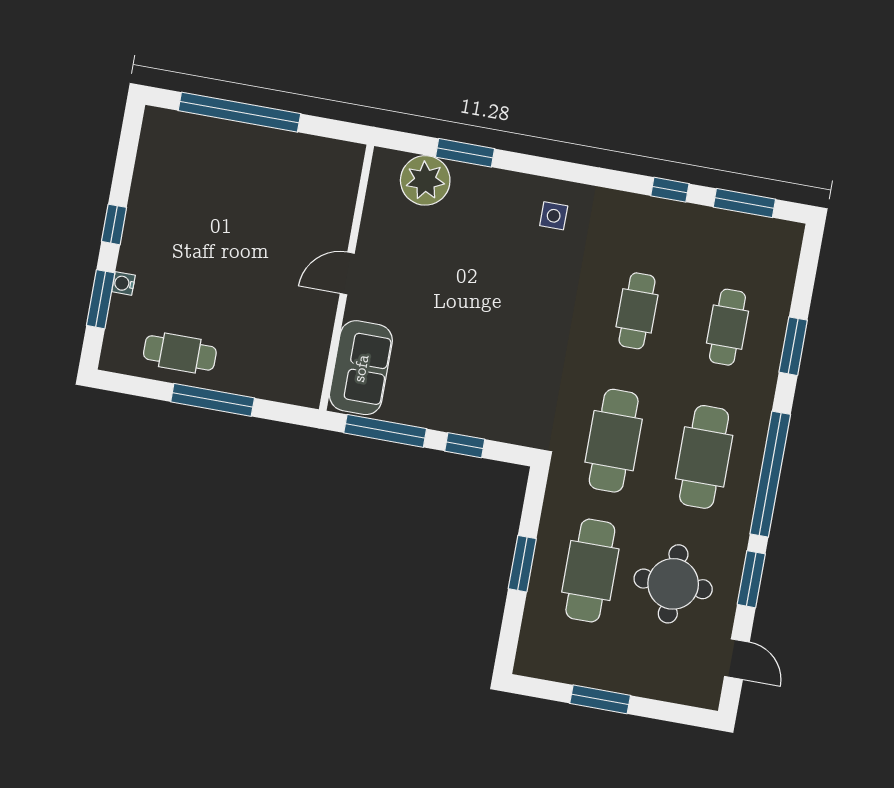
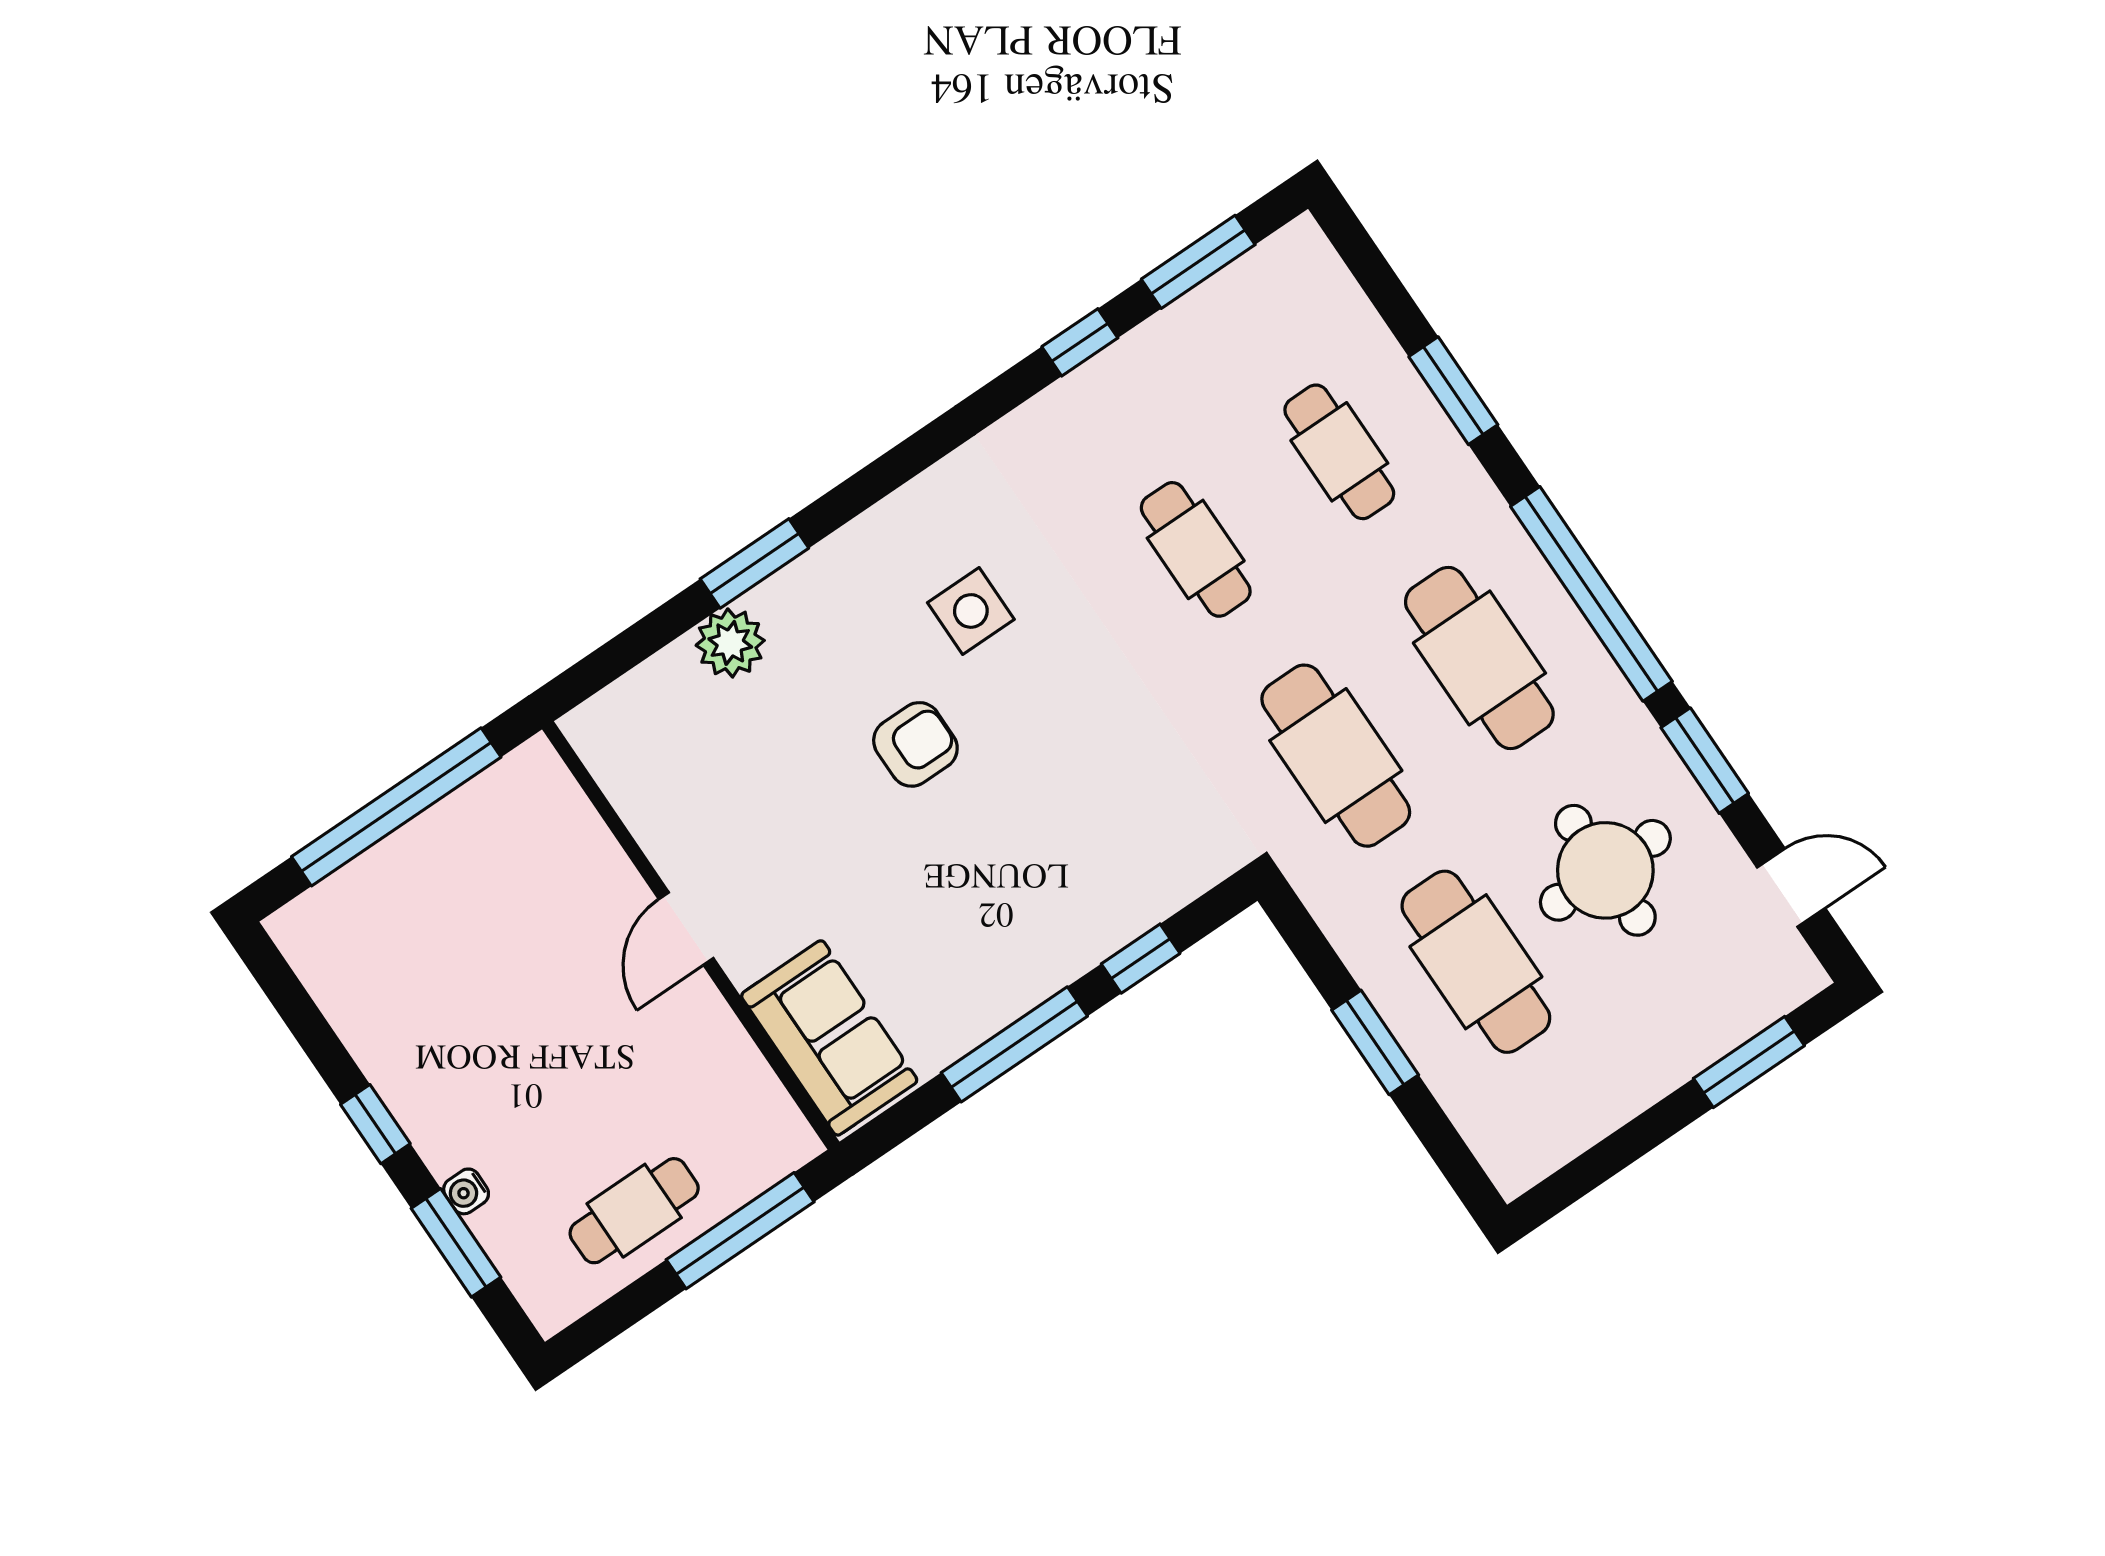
plant: (425, 180) -> (730, 643), width x0.73, depth x0.73
side table: (554, 216) -> (971, 611), moved, width x1.37, depth x1.37
door: (347, 273) -> (686, 929), moved
wall: (346, 278) -> (691, 935), moved
armchair: (459, 281) -> (915, 744), added
sofa: (361, 368) -> (829, 1038), moved
window: (600, 699) -> (1749, 1062), moved

